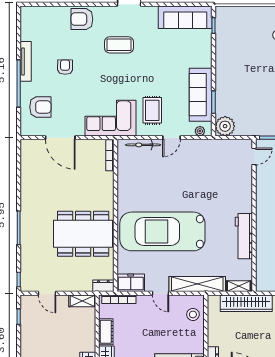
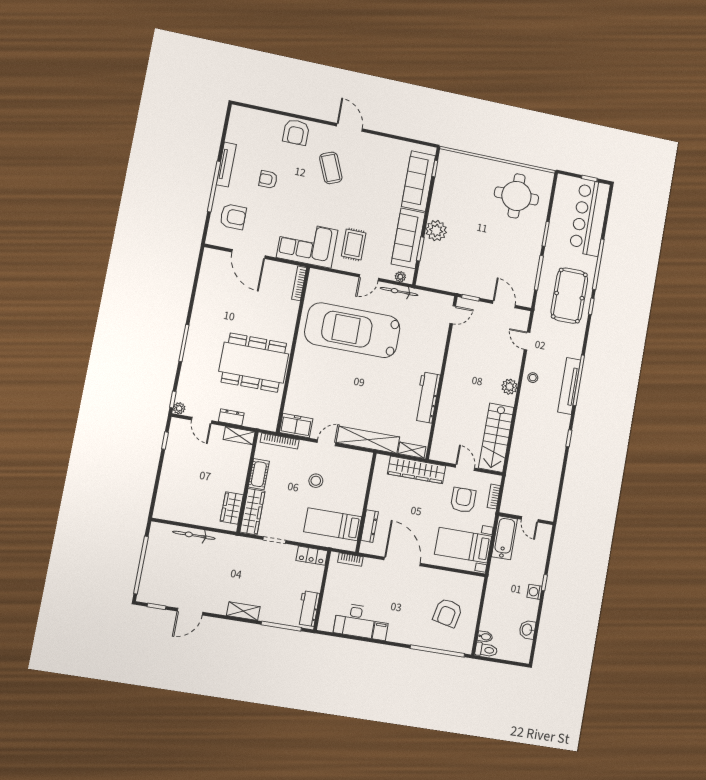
sofa: (185, 17) -> (418, 181), moved, turned 90
armchair: (82, 19) -> (296, 132), turned -90
coffee table: (119, 45) -> (331, 168), turned 67
armchair: (65, 67) -> (268, 179), turned -91
plant: (225, 126) -> (436, 231), moved
bicycle: (143, 145) -> (399, 292), moved
car: (162, 231) -> (352, 330), moved
plant: (26, 286) -> (179, 408), added
dresser: (103, 286) -> (231, 417), moved
door: (161, 293) -> (326, 443), swing flipped
stool: (193, 314) -> (316, 481), moved

